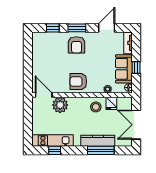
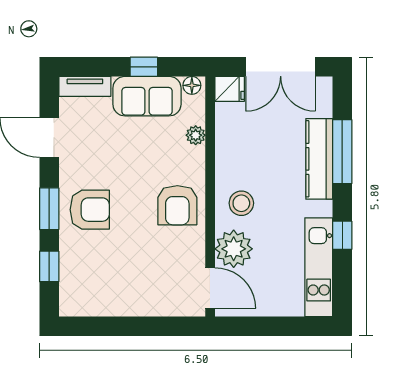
door: (44, 95) -> (210, 288), swing flipped
fridge: (111, 103) -> (230, 89), moved
stool: (96, 107) -> (241, 203), moved
window: (55, 150) -> (342, 235), moved

